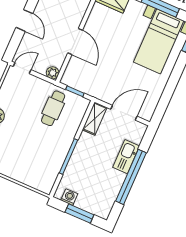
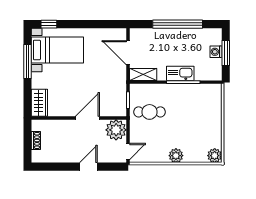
door: (22, 68) -> (128, 152), swing flipped
plant: (53, 73) -> (116, 130), width x1.88, depth x1.88
kitchen sink: (126, 157) -> (180, 73), moved, turned 180
washing machine: (69, 197) -> (216, 52), moved

